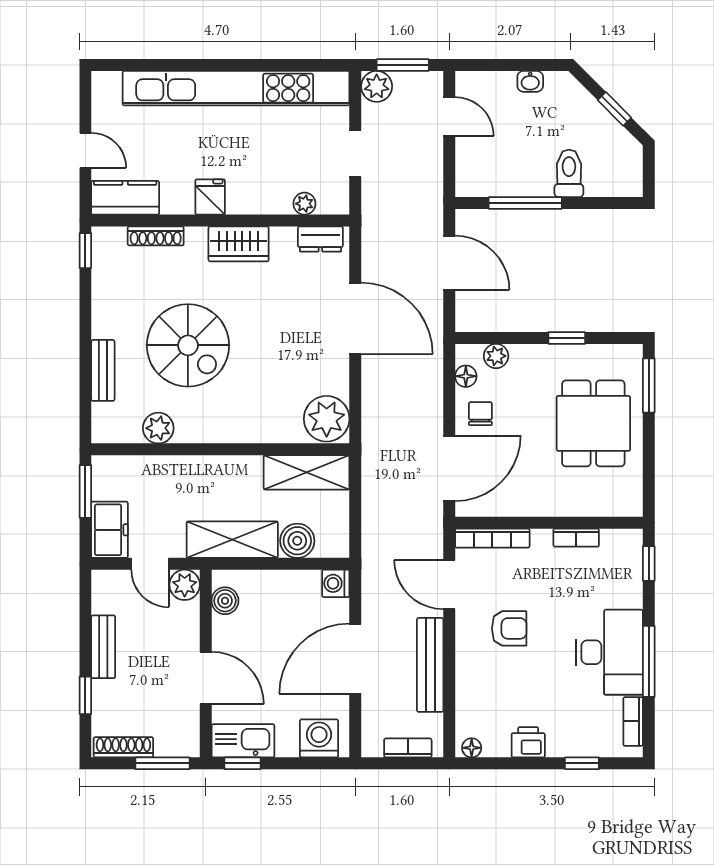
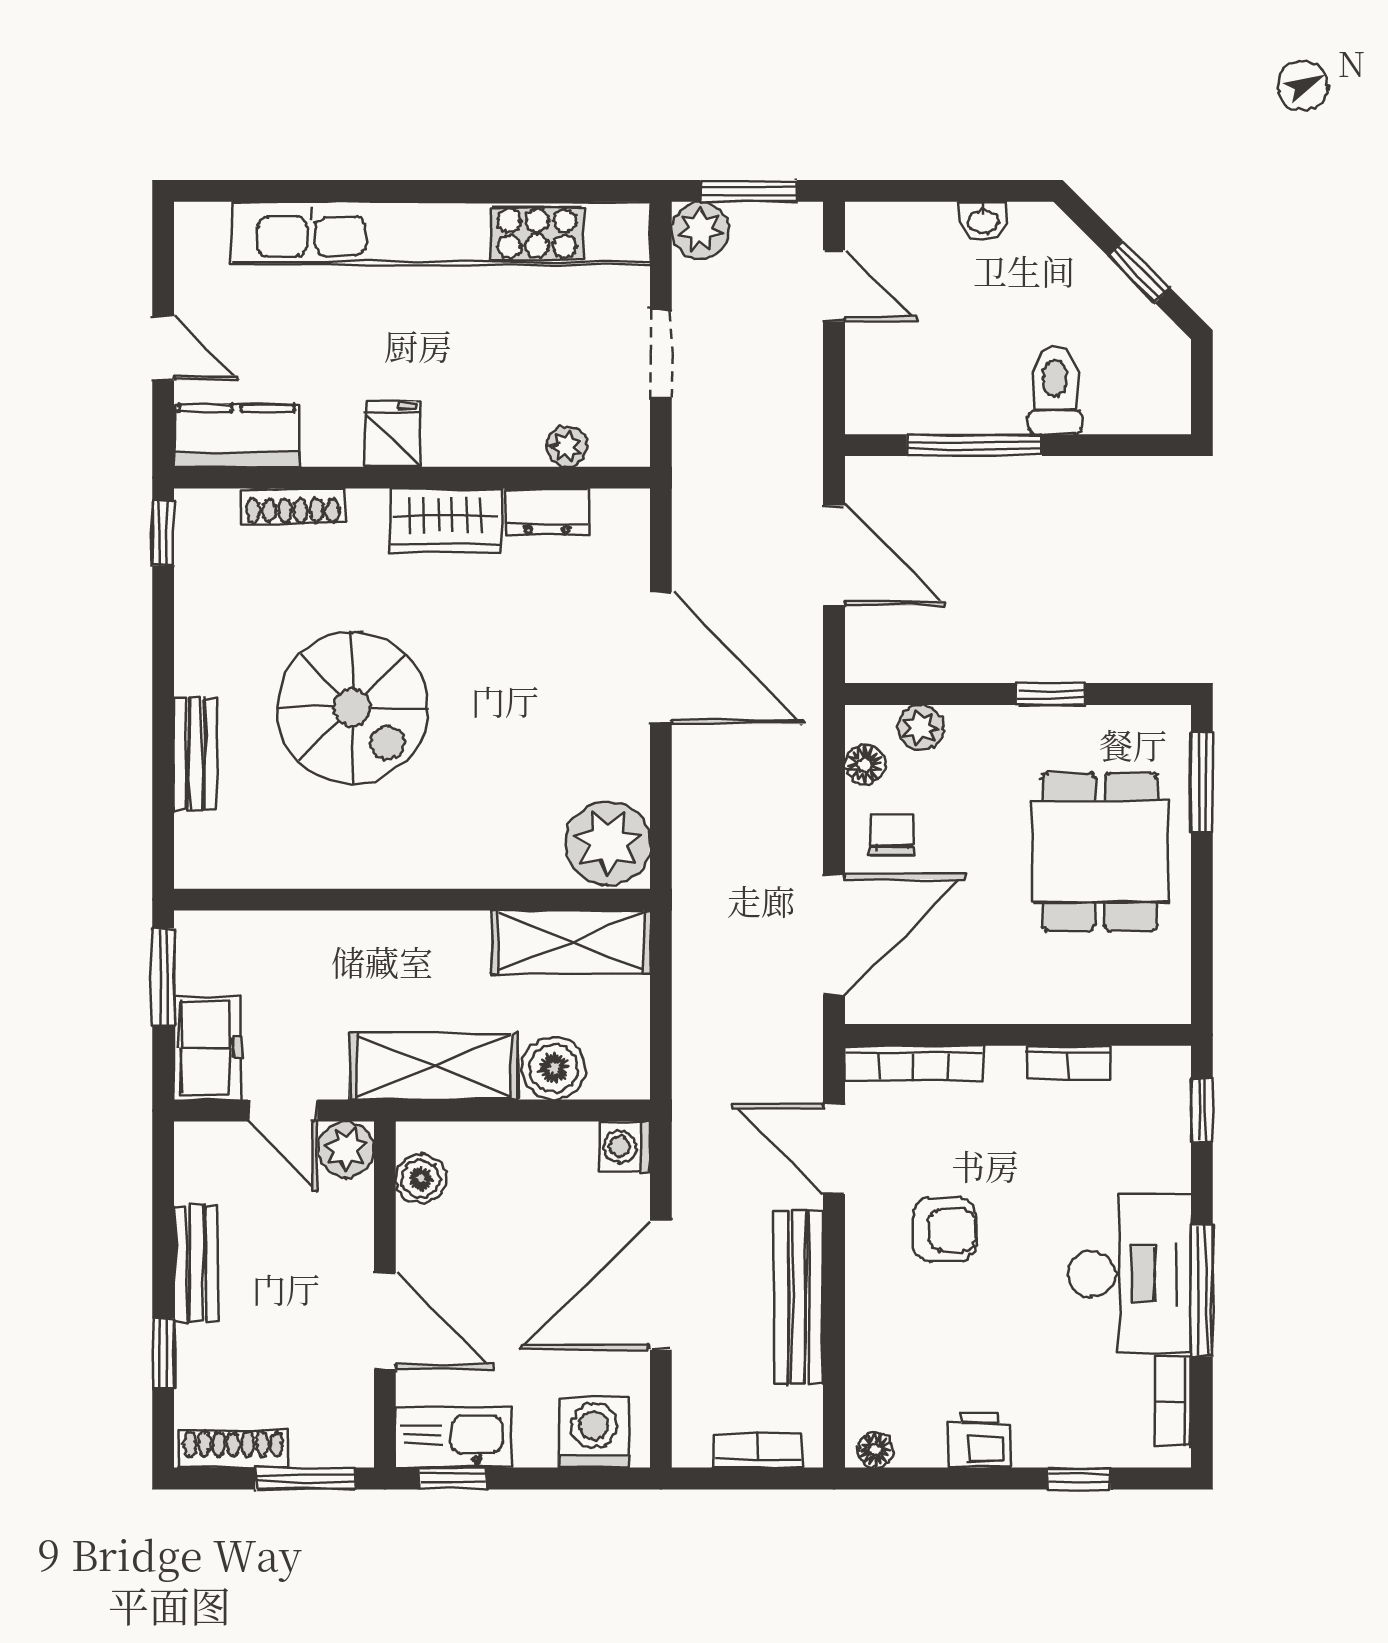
dresser: (320, 239) -> (547, 512), moved
plant: (158, 428) -> (298, 860), removed

